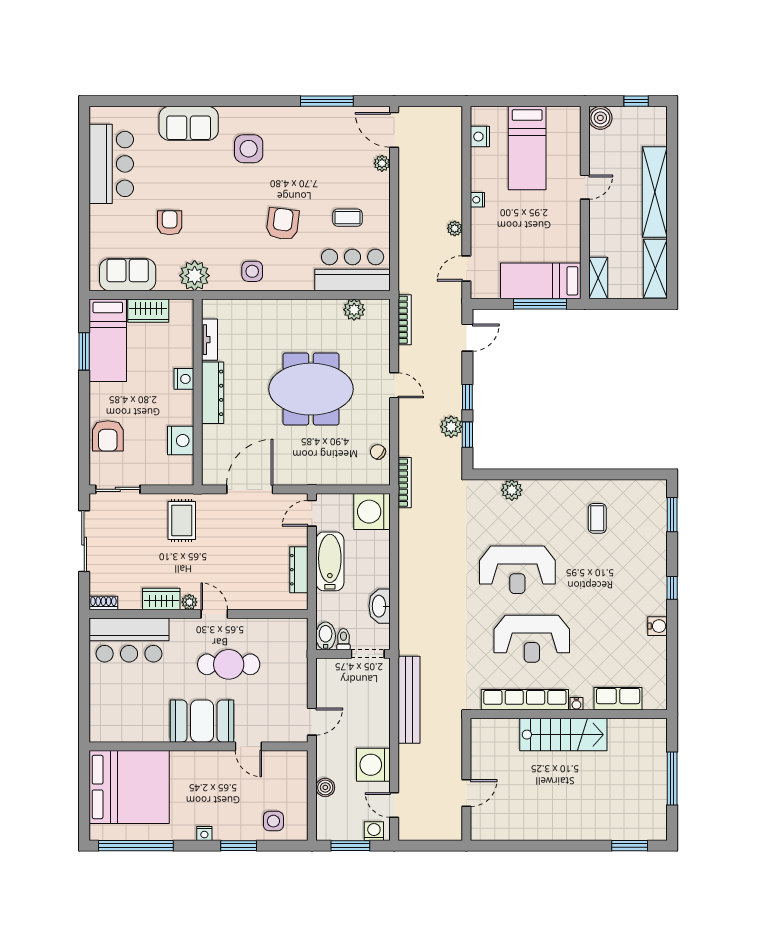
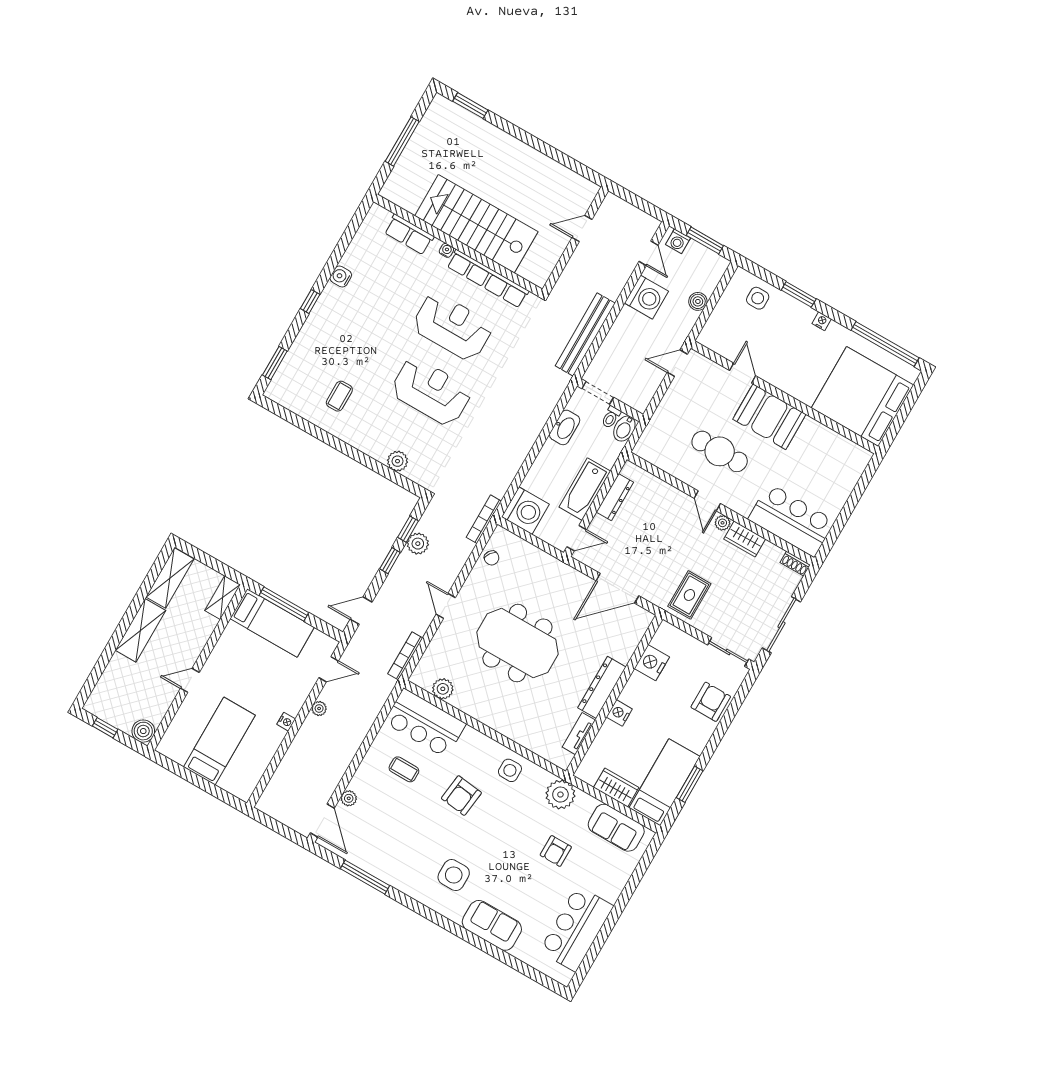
nightstand: (480, 137) -> (253, 774), removed
shelving: (655, 192) -> (140, 630), width x0.68
stairs: (563, 735) -> (476, 224), width x1.36, depth x1.51

